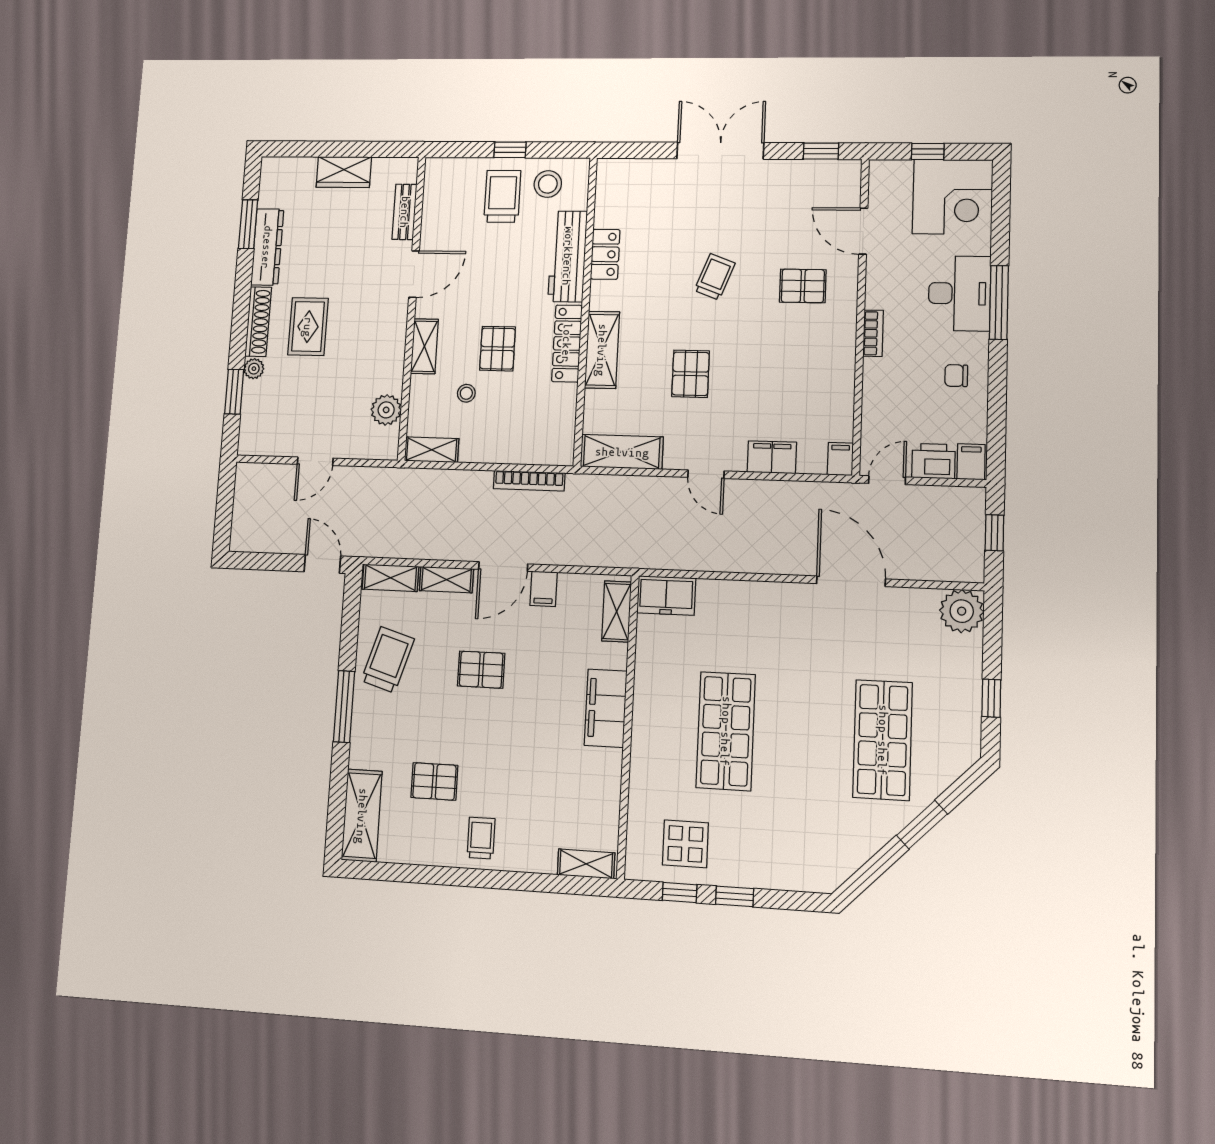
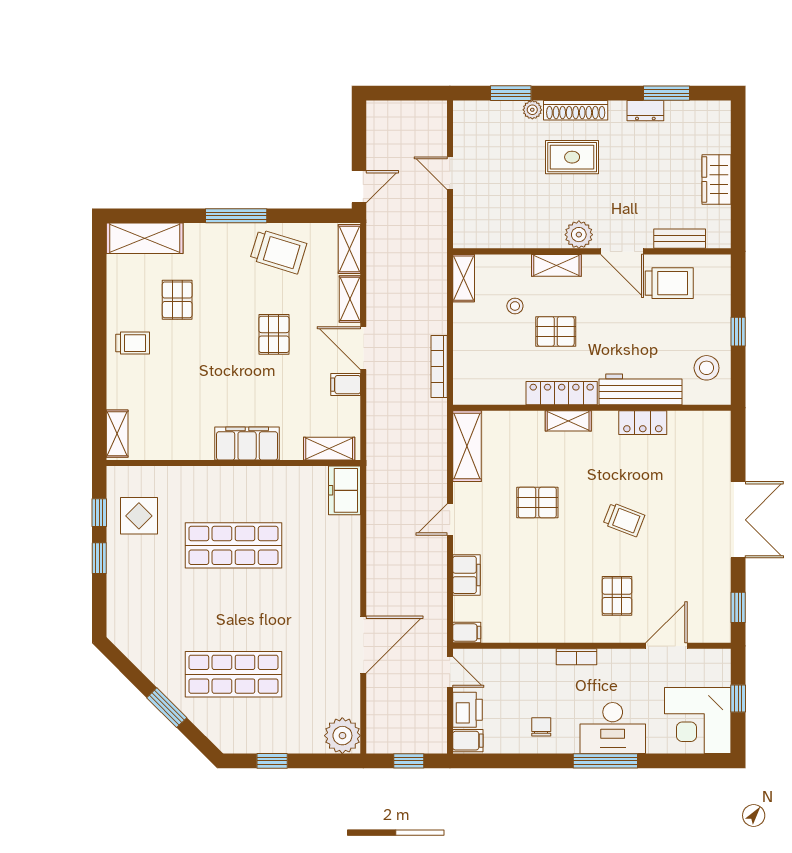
trolley: (502, 196) -> (669, 283), moved
dresser: (267, 247) -> (645, 111), width x0.51, depth x0.80
shelving: (602, 350) -> (568, 421), width x0.67, depth x0.75
plant: (386, 410) -> (579, 235), moved

